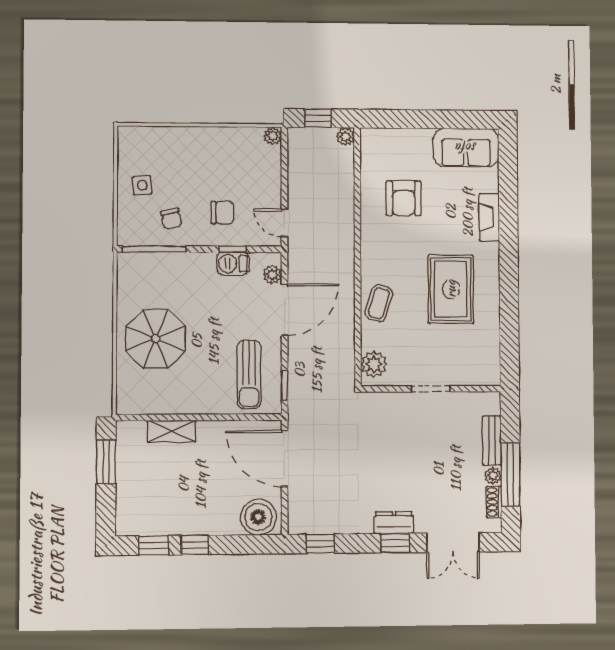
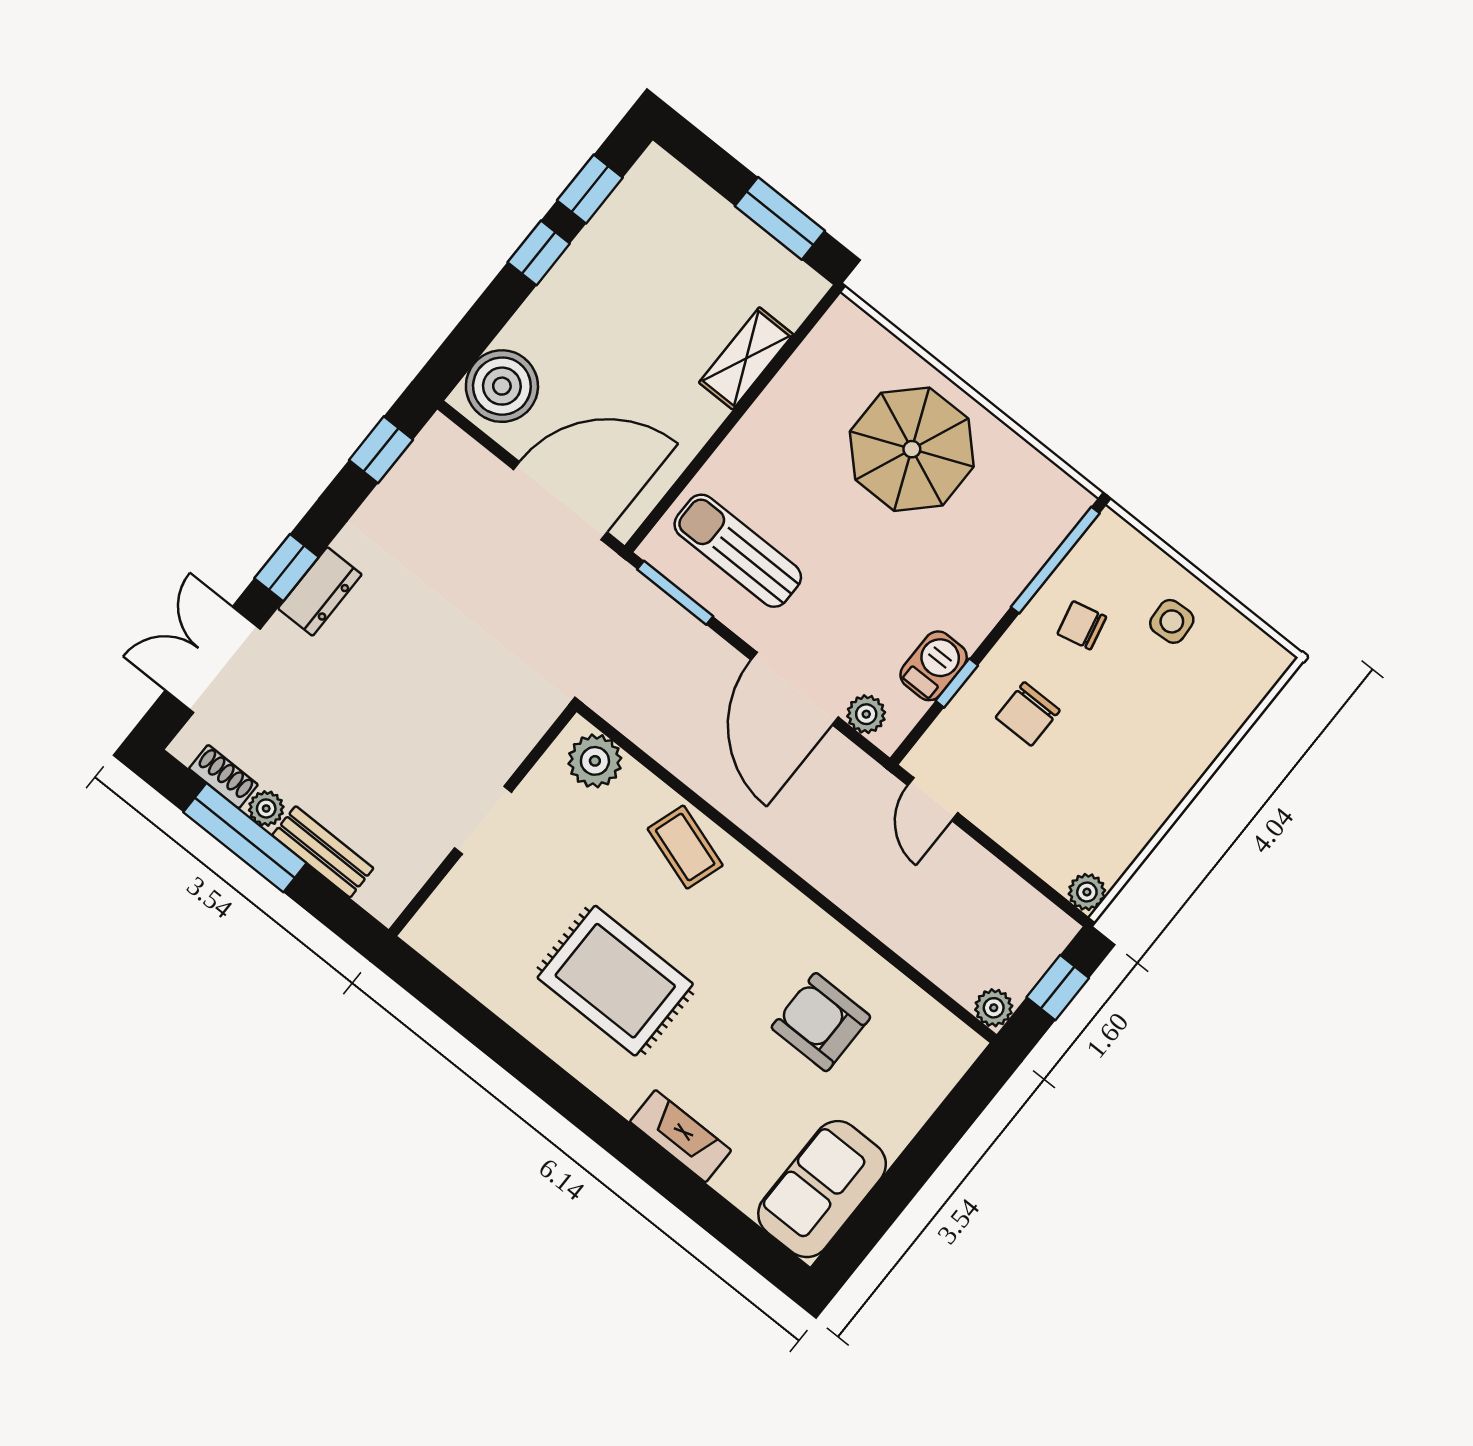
door: (284, 223) -> (933, 799), swing flipped
window: (285, 385) -> (675, 593), width x1.50

